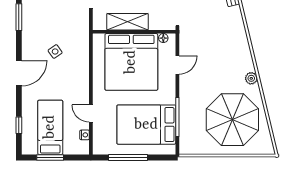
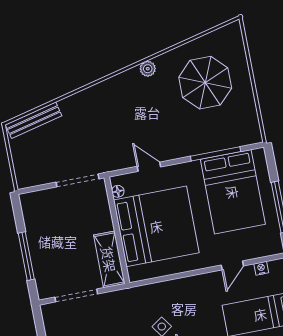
shelving: (128, 22) -> (109, 259), moved
parasol: (232, 120) -> (205, 83), width x0.73, depth x0.73

